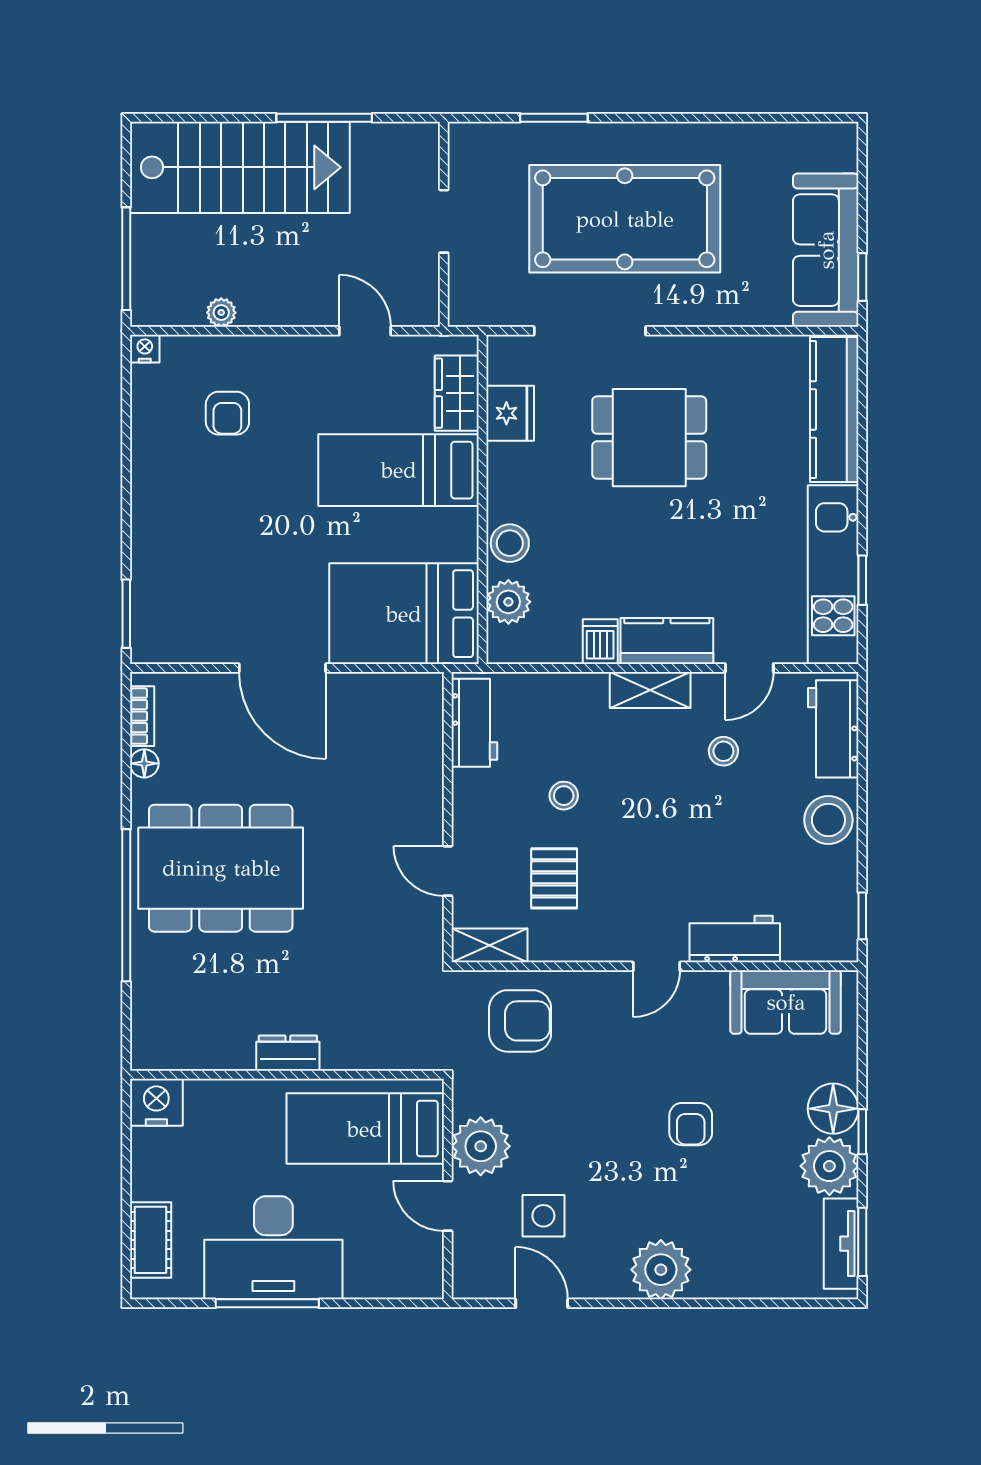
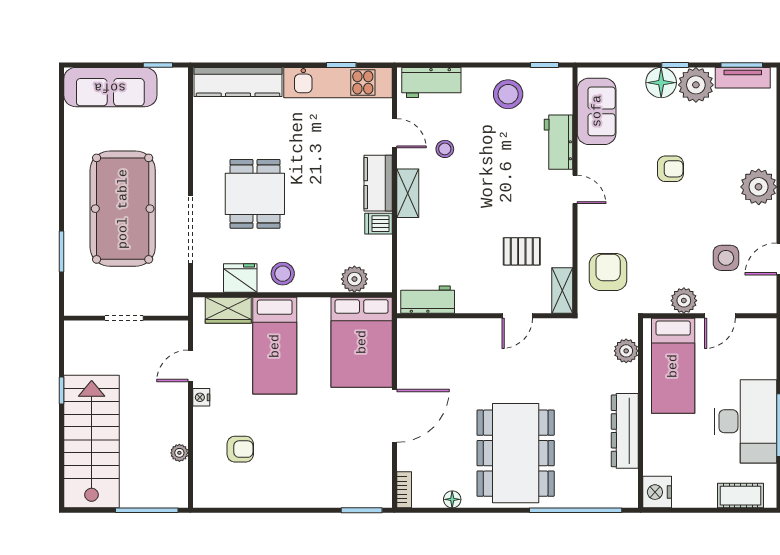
window: (324, 118) -> (62, 391), width x0.46
sofa: (826, 250) -> (110, 87), moved
nightstand: (145, 349) -> (201, 397), moved
stool: (510, 543) -> (283, 274), moved
bookcase: (142, 716) -> (404, 490), moved, turned 90
stool: (564, 796) -> (472, 246), removed
stool: (828, 820) -> (508, 94), moved
window: (126, 905) -> (576, 510), moved
plant: (390, 1051) -> (626, 351), added
dresser: (288, 1053) -> (625, 431), width x1.96, depth x1.24
plant: (481, 1146) -> (684, 301), width x0.73, depth x0.73

